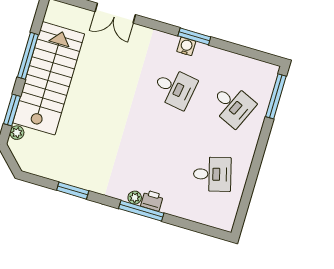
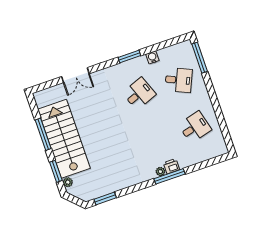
water cooler: (186, 46) -> (152, 57), moved
desk: (175, 88) -> (139, 94), turned -30
window: (73, 191) -> (105, 198), moved

